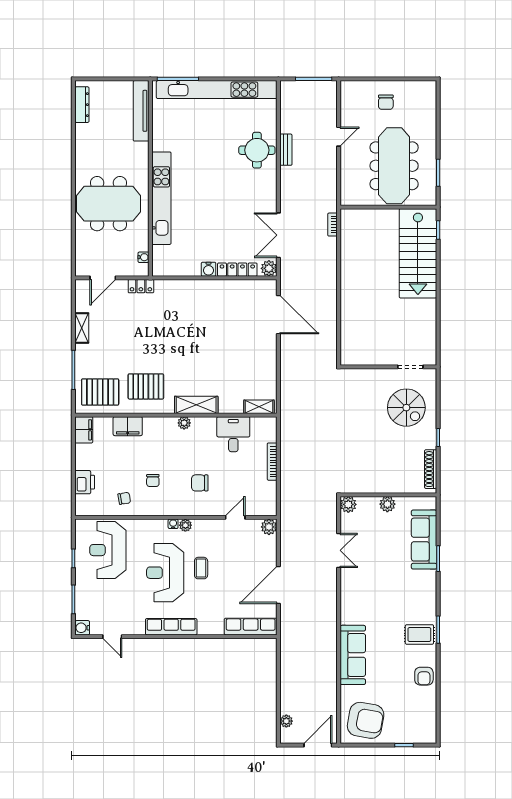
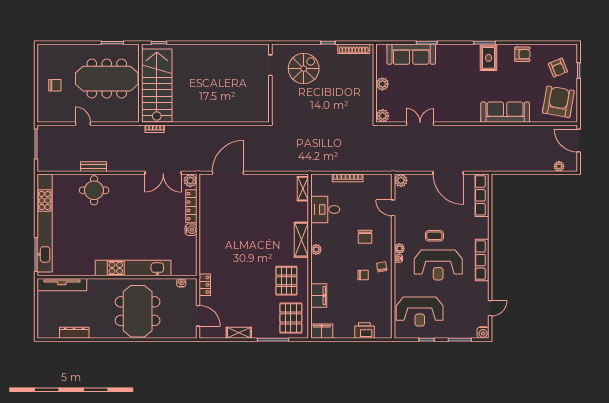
dresser: (82, 105) -> (74, 333), moved
stairs: (418, 253) -> (157, 85), moved, turned -90
chair: (124, 498) -> (382, 267), moved
armchair: (407, 720) -> (558, 68), added

